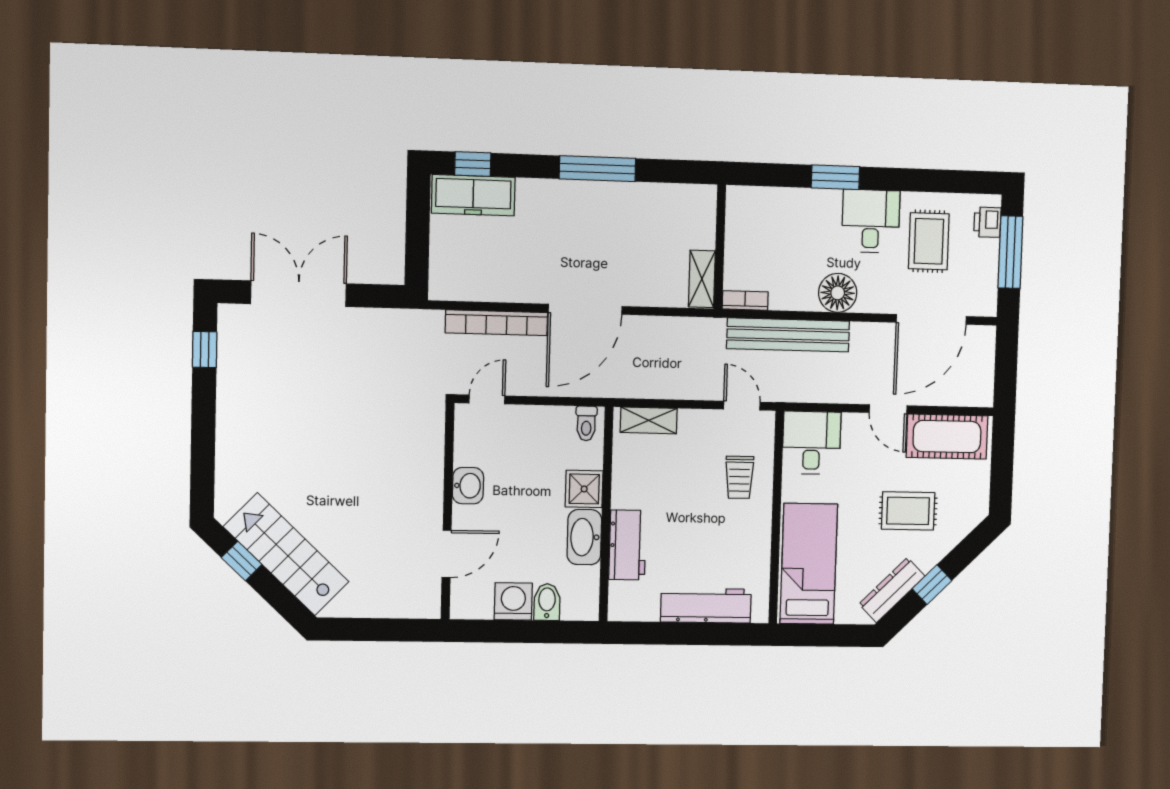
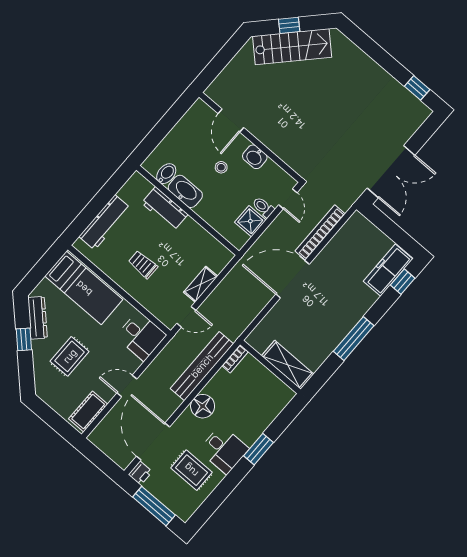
printer: (987, 222) -> (140, 473), moved, turned 90
shelving: (702, 279) -> (288, 365), moved, width x1.50, depth x1.33
double door: (299, 294) -> (391, 172), moved
door: (585, 309) -> (293, 279), hinge flipped
shelving: (649, 420) -> (201, 284), moved
toilet: (586, 423) -> (263, 207), moved
cot: (947, 437) -> (88, 411), width x0.73, depth x0.75
trolley: (739, 477) -> (143, 265), moved
shower: (584, 489) -> (250, 221), moved
stool: (516, 517) -> (221, 167), added
window: (242, 561) -> (289, 25), moved
washing machine: (513, 601) -> (183, 133), removed
bidet: (547, 602) -> (166, 174), moved, turned -90

